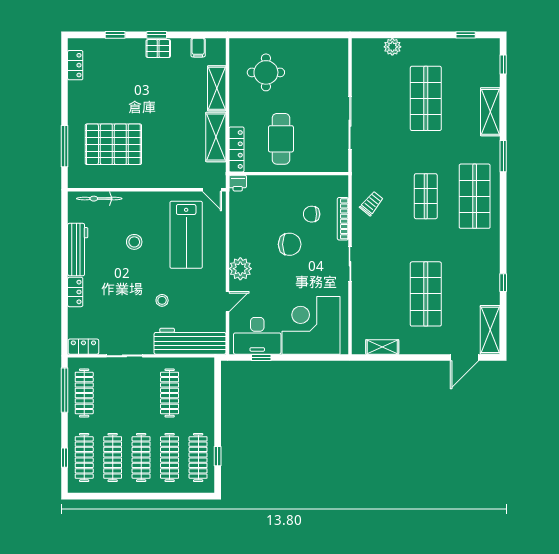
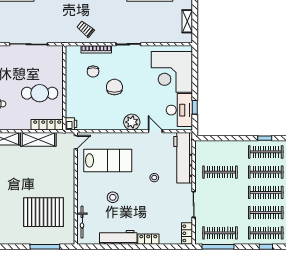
pallet: (113, 144) -> (43, 212), turned 90

